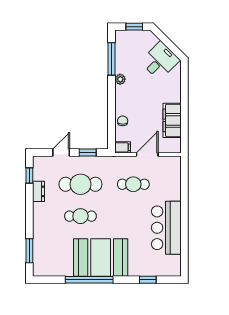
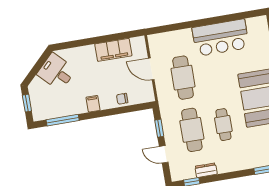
plant: (120, 79) -> (81, 108), removed
filing cabinet: (123, 147) -> (93, 104), moved
cafe table: (133, 184) -> (183, 78), width x1.37, depth x1.35

